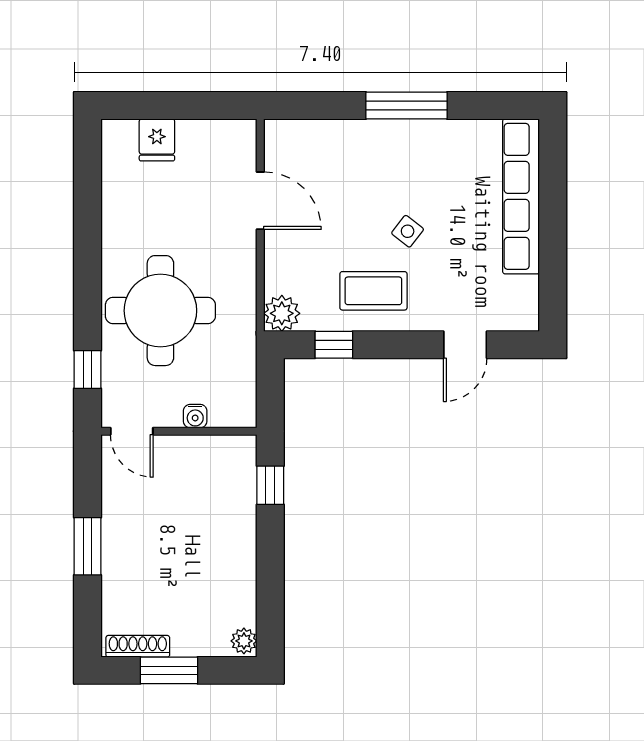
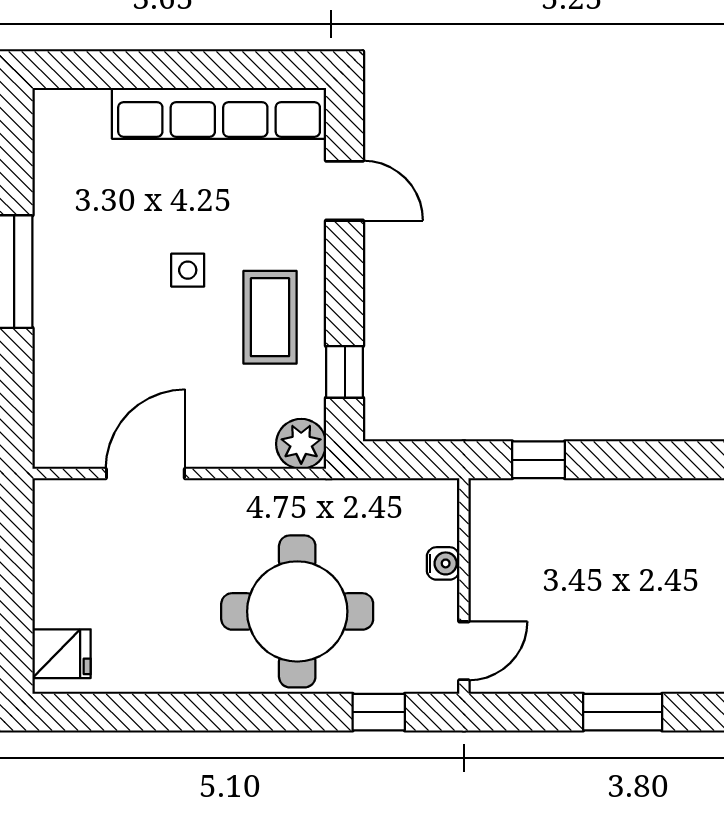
fridge: (157, 140) -> (62, 654), moved
row of seats: (521, 196) -> (219, 113), moved
side table: (408, 231) -> (188, 270), turned -38

